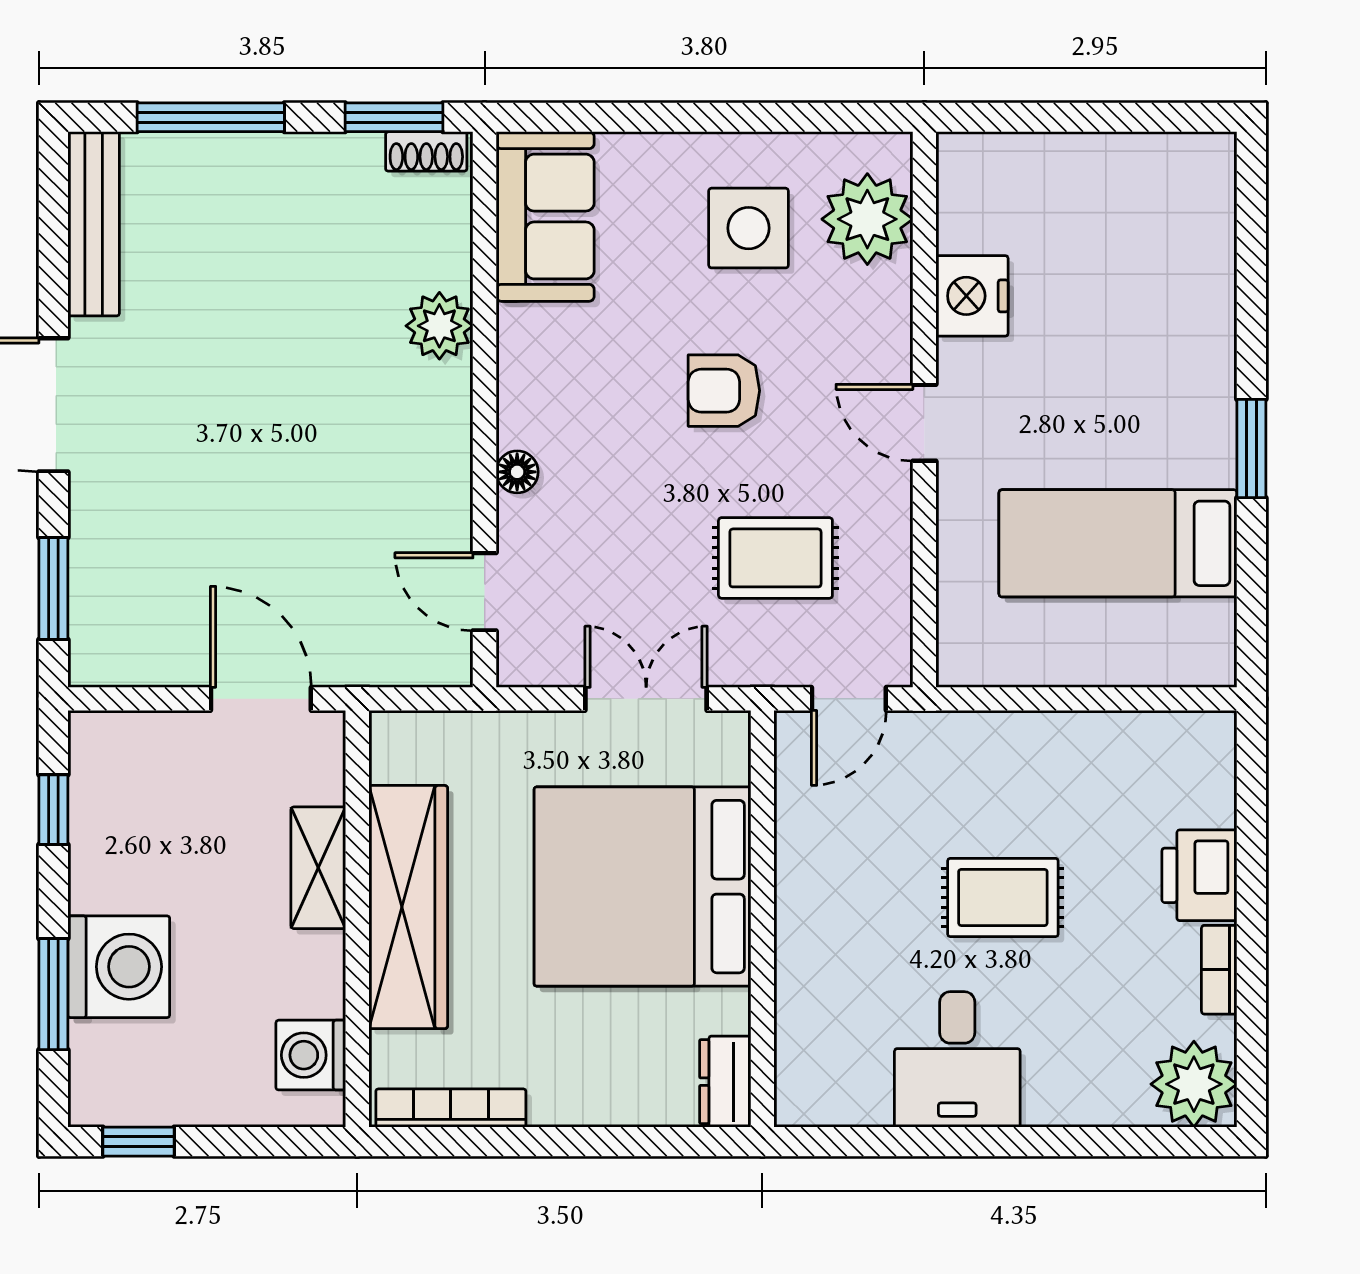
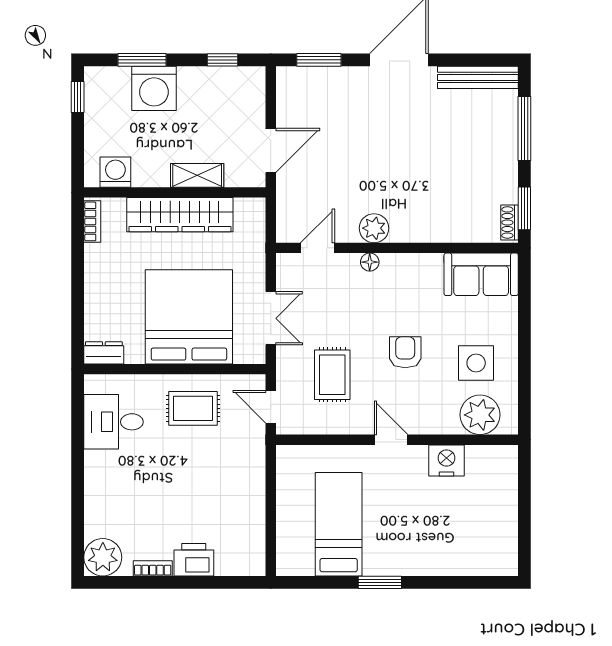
plant: (439, 326) -> (374, 228), moved
door: (924, 423) -> (391, 440), hinge flipped
rug: (1003, 897) -> (193, 408), moved, turned 90
desk: (957, 1059) -> (114, 422), moved
bookcase: (451, 1108) -> (92, 221), width x0.64

